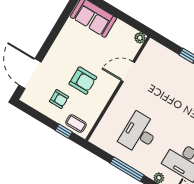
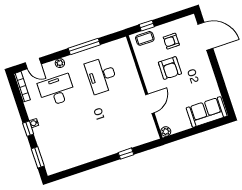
armchair: (83, 81) -> (170, 68), turned -90
desk: (139, 133) -> (101, 75), turned 180

